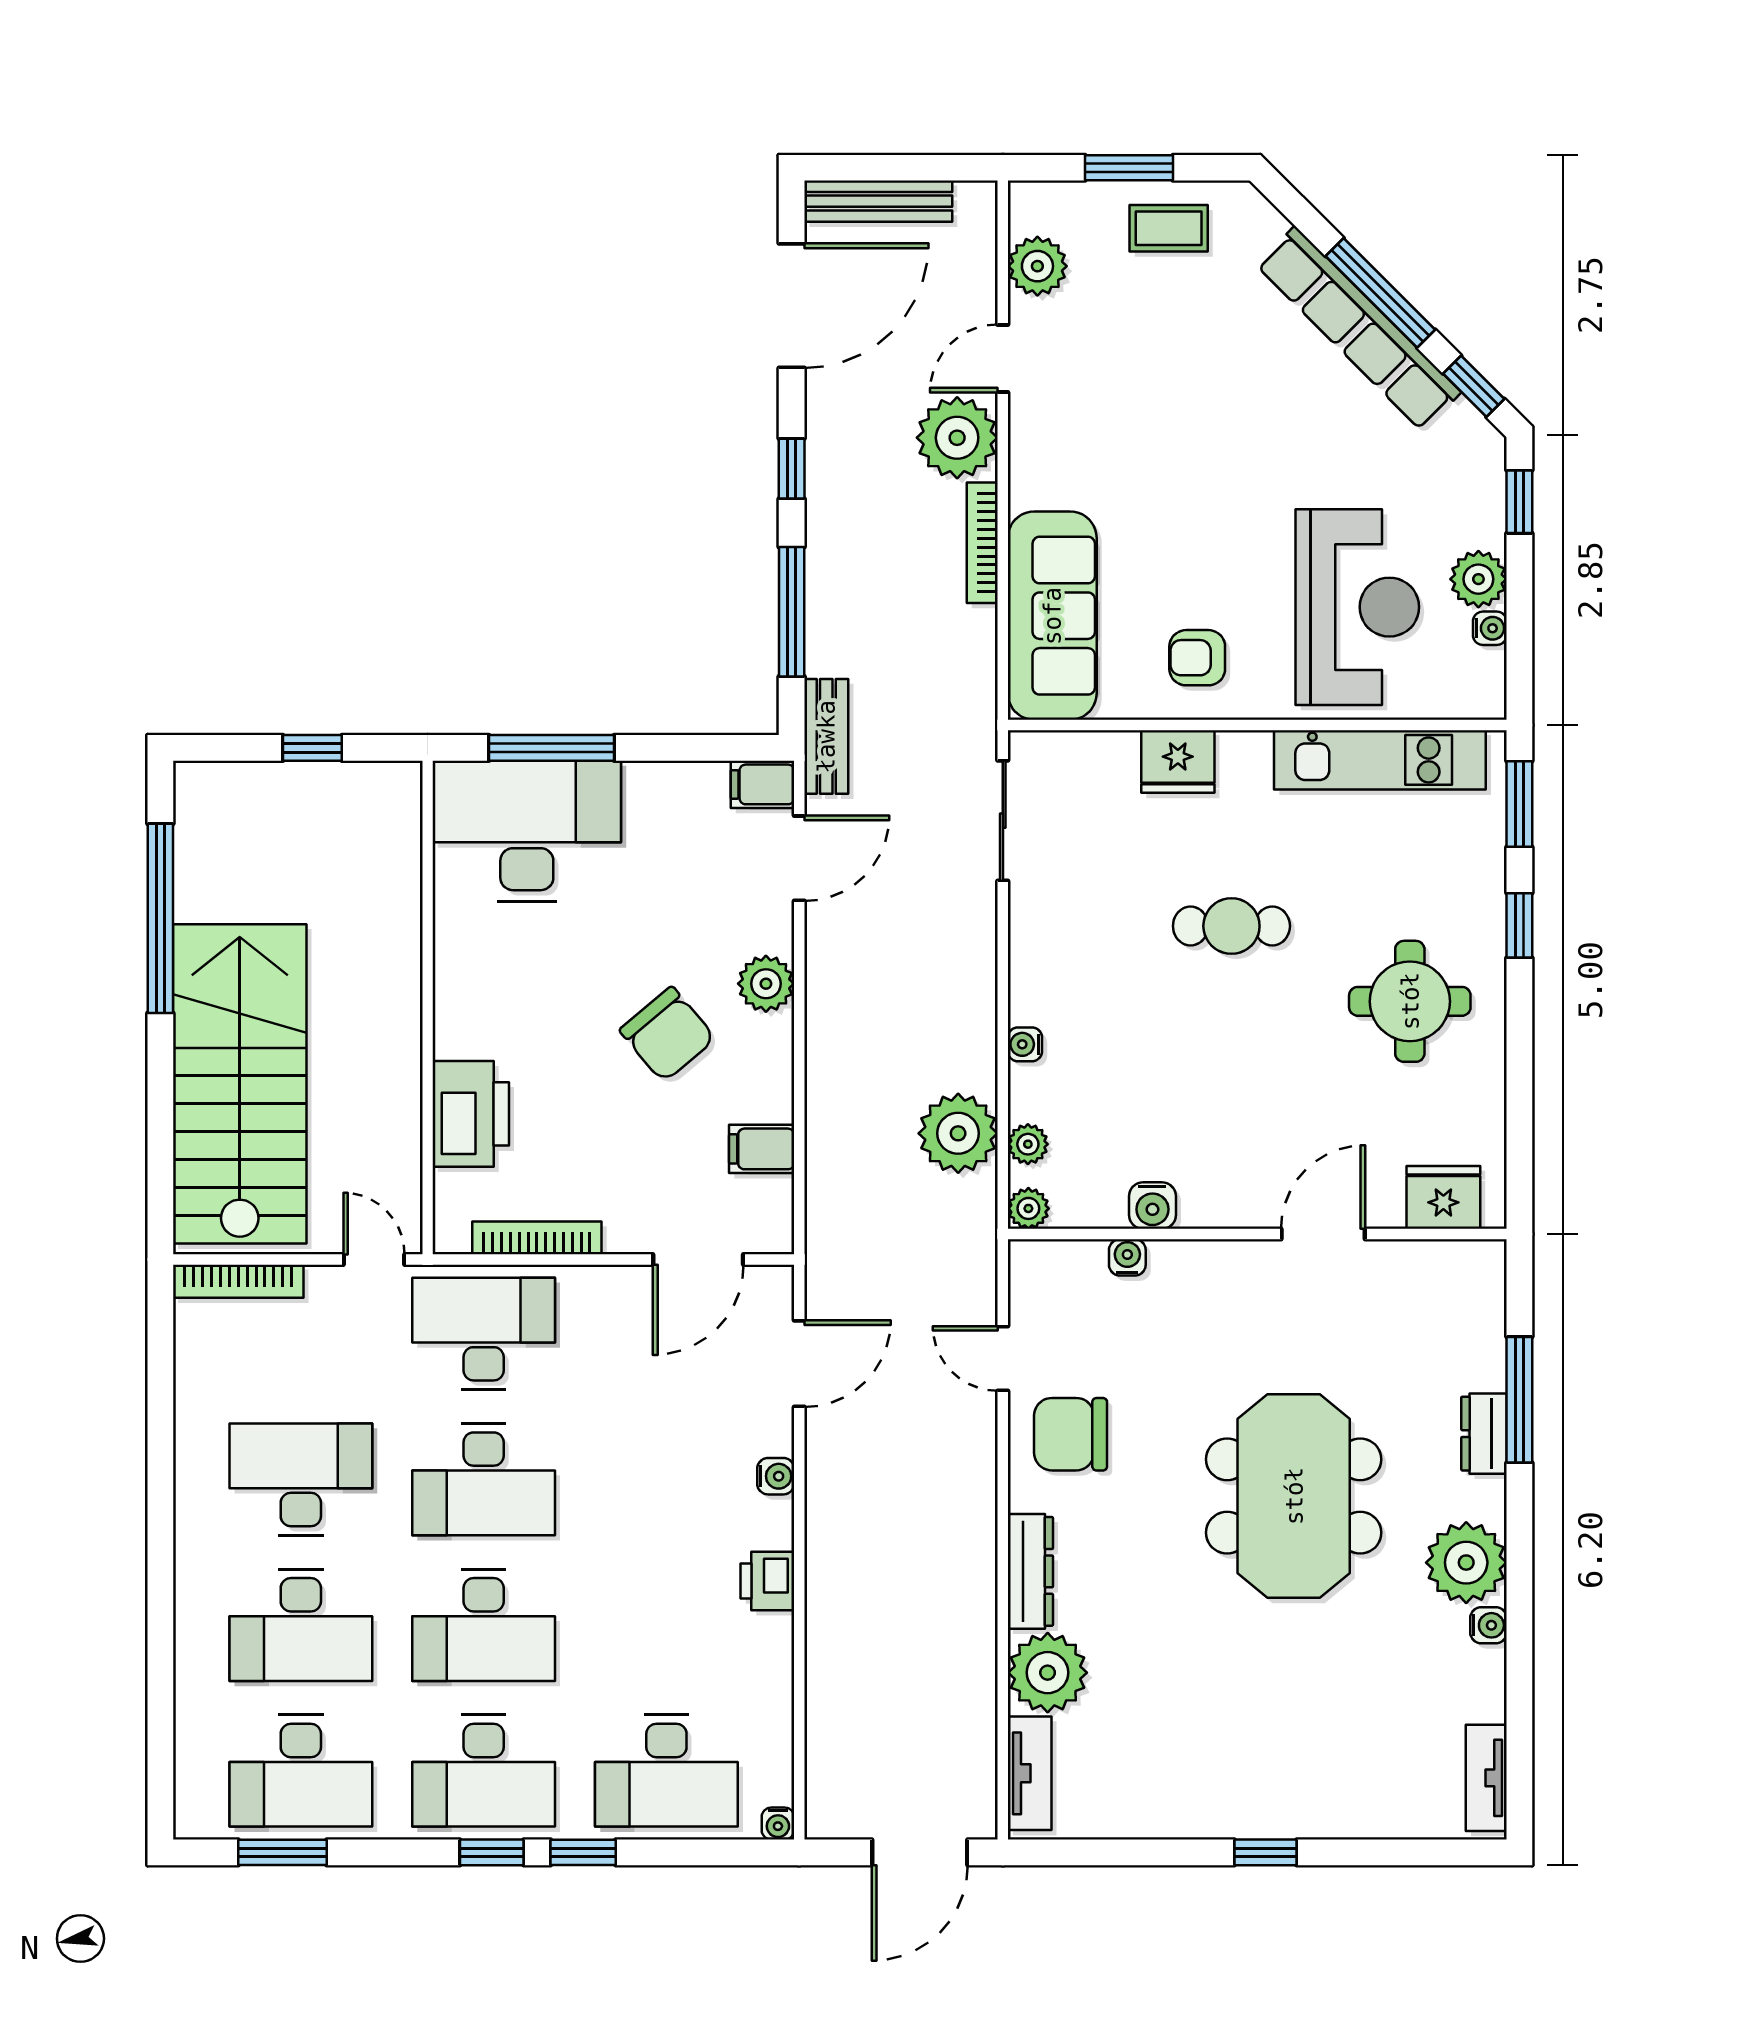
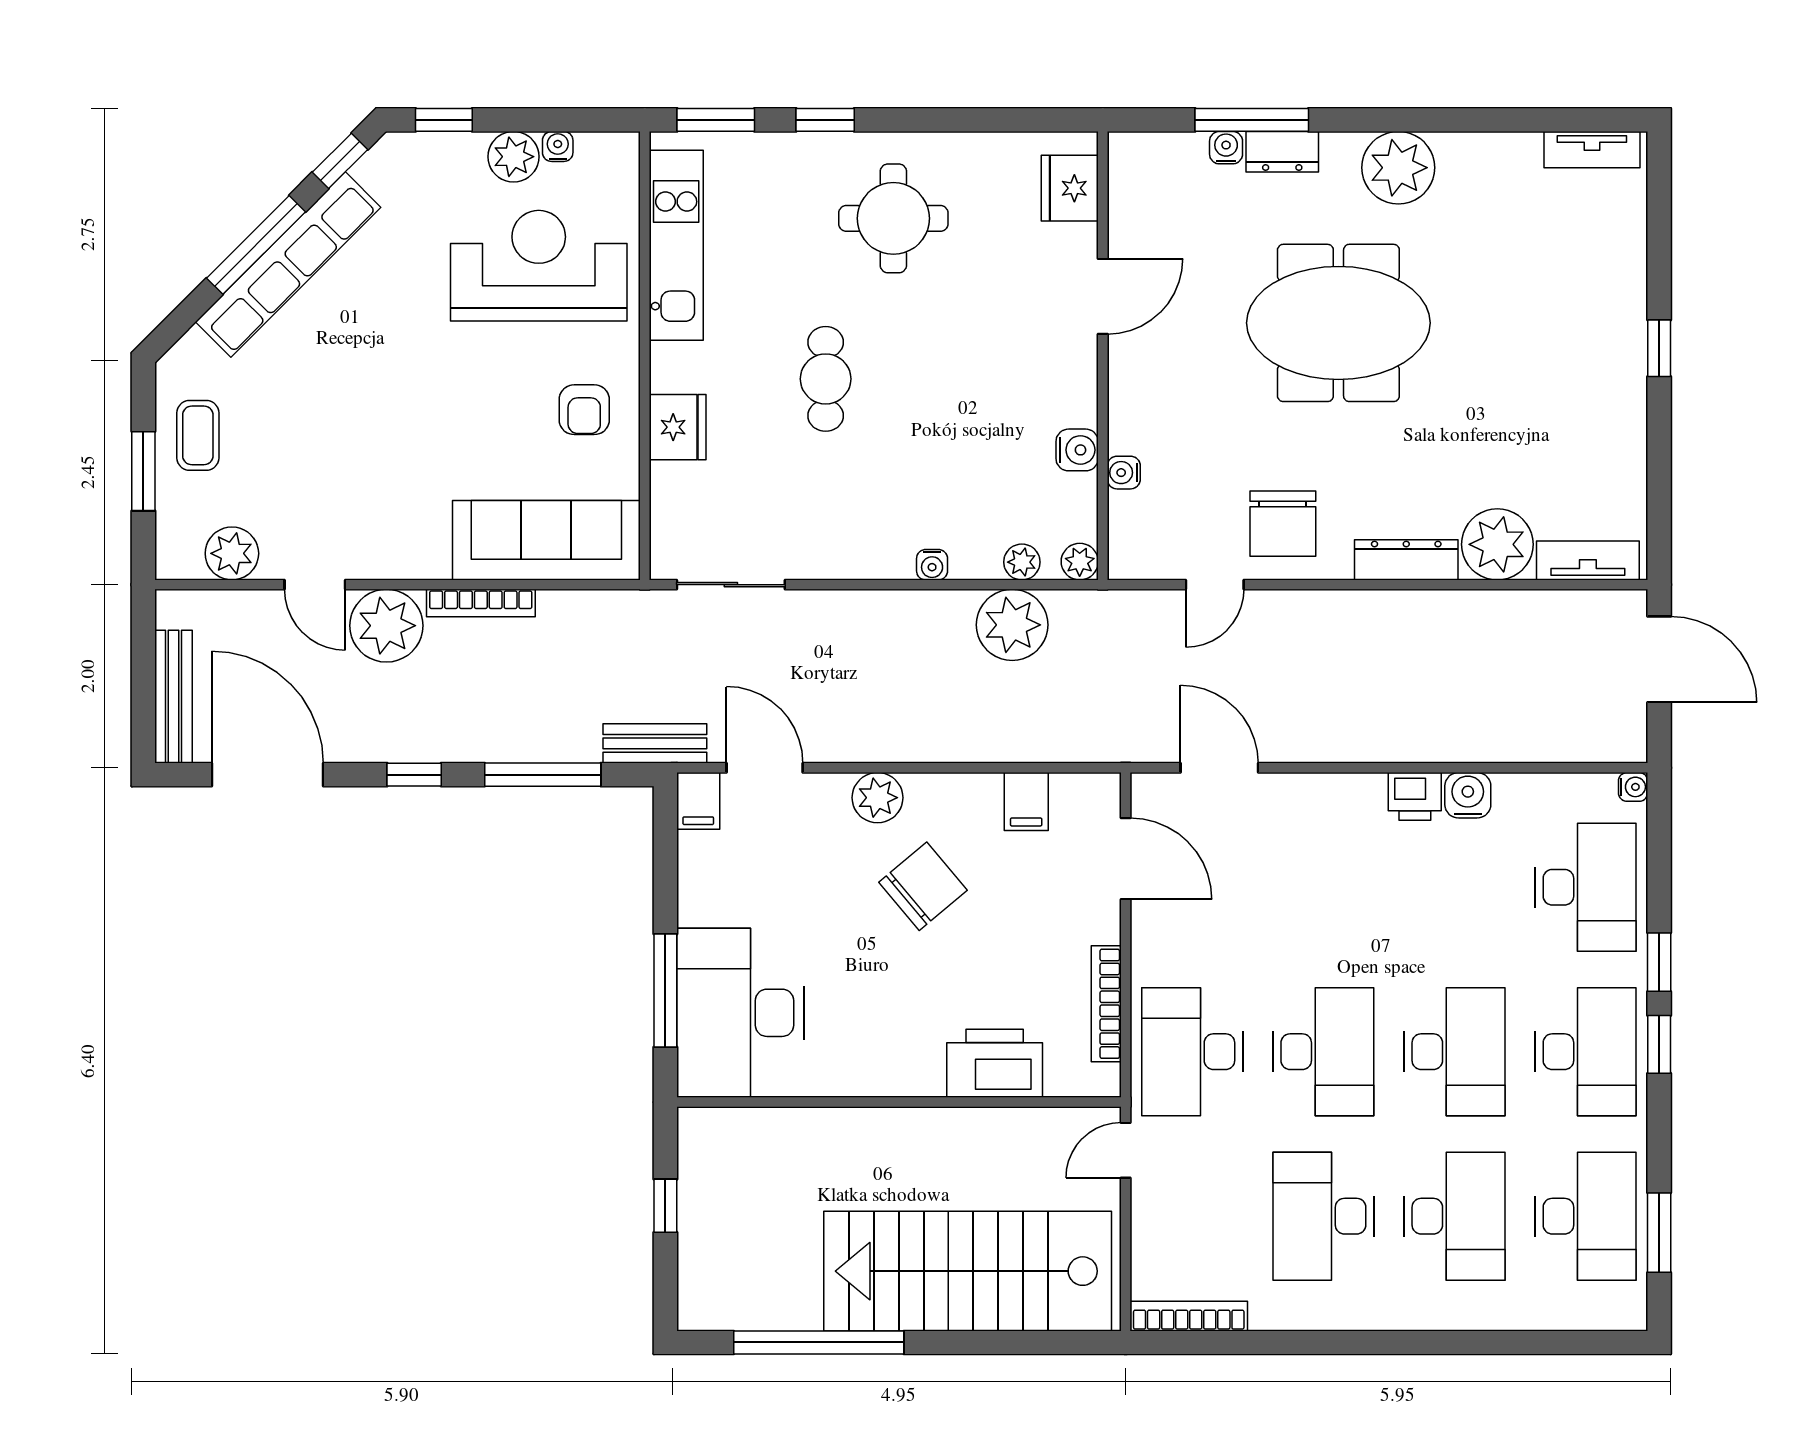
door: (1323, 1234) -> (1103, 296), swing flipped
bookcase: (238, 1281) -> (1189, 1316), moved, turned -90
water cooler: (776, 1476) -> (1468, 795), moved, width x1.38, depth x1.38
water cooler: (1488, 1625) -> (1226, 148), moved

